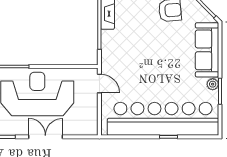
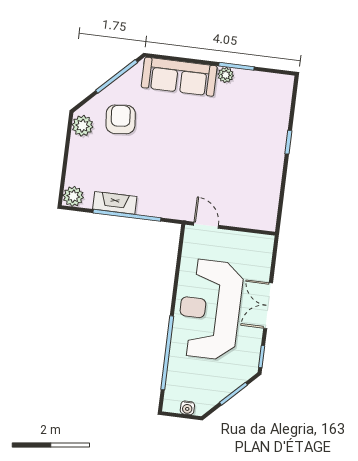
door: (99, 84) -> (206, 225), hinge flipped
bar counter: (163, 119) -> (264, 147), removed

